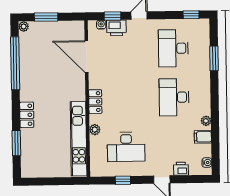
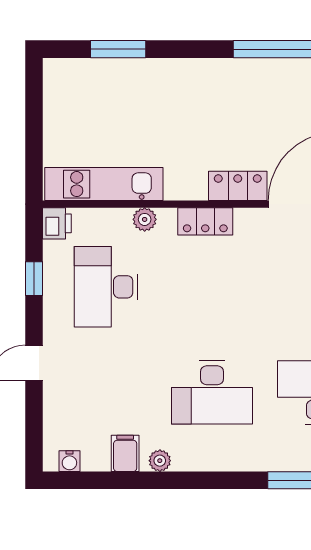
desk: (174, 97) -> (212, 392), turned 180
locker: (27, 115) -> (238, 186), moved, turned 180
kitchen unit: (79, 139) -> (104, 184), width x0.73
printer: (181, 169) -> (57, 223), moved

